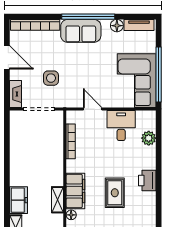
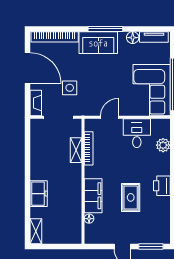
window: (88, 17) -> (105, 29), width x0.68
door: (7, 57) -> (28, 68), width x1.36
door: (93, 109) -> (109, 117), hinge flipped
freezer: (19, 200) -> (39, 194), moved
shelving: (58, 200) -> (76, 150), moved

